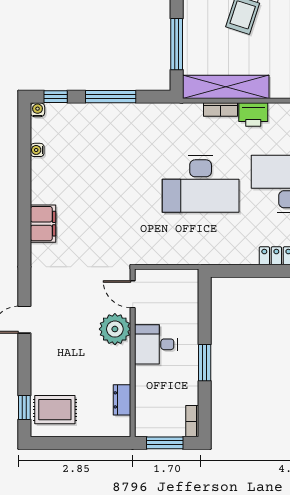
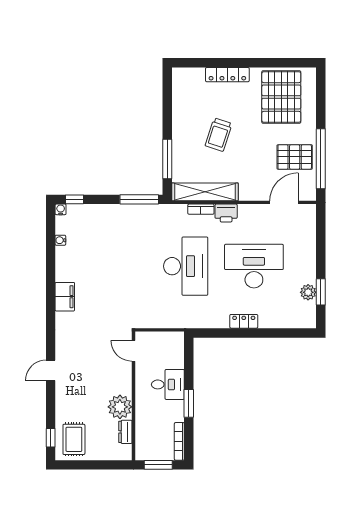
window: (111, 97) -> (139, 199), moved
desk: (201, 184) -> (186, 266), turned -90
plant: (115, 329) -> (120, 407), moved
desk: (156, 344) -> (168, 384), moved, turned 180
rug: (55, 410) -> (74, 439), turned 90
bookcase: (192, 421) -> (179, 441), width x1.56

